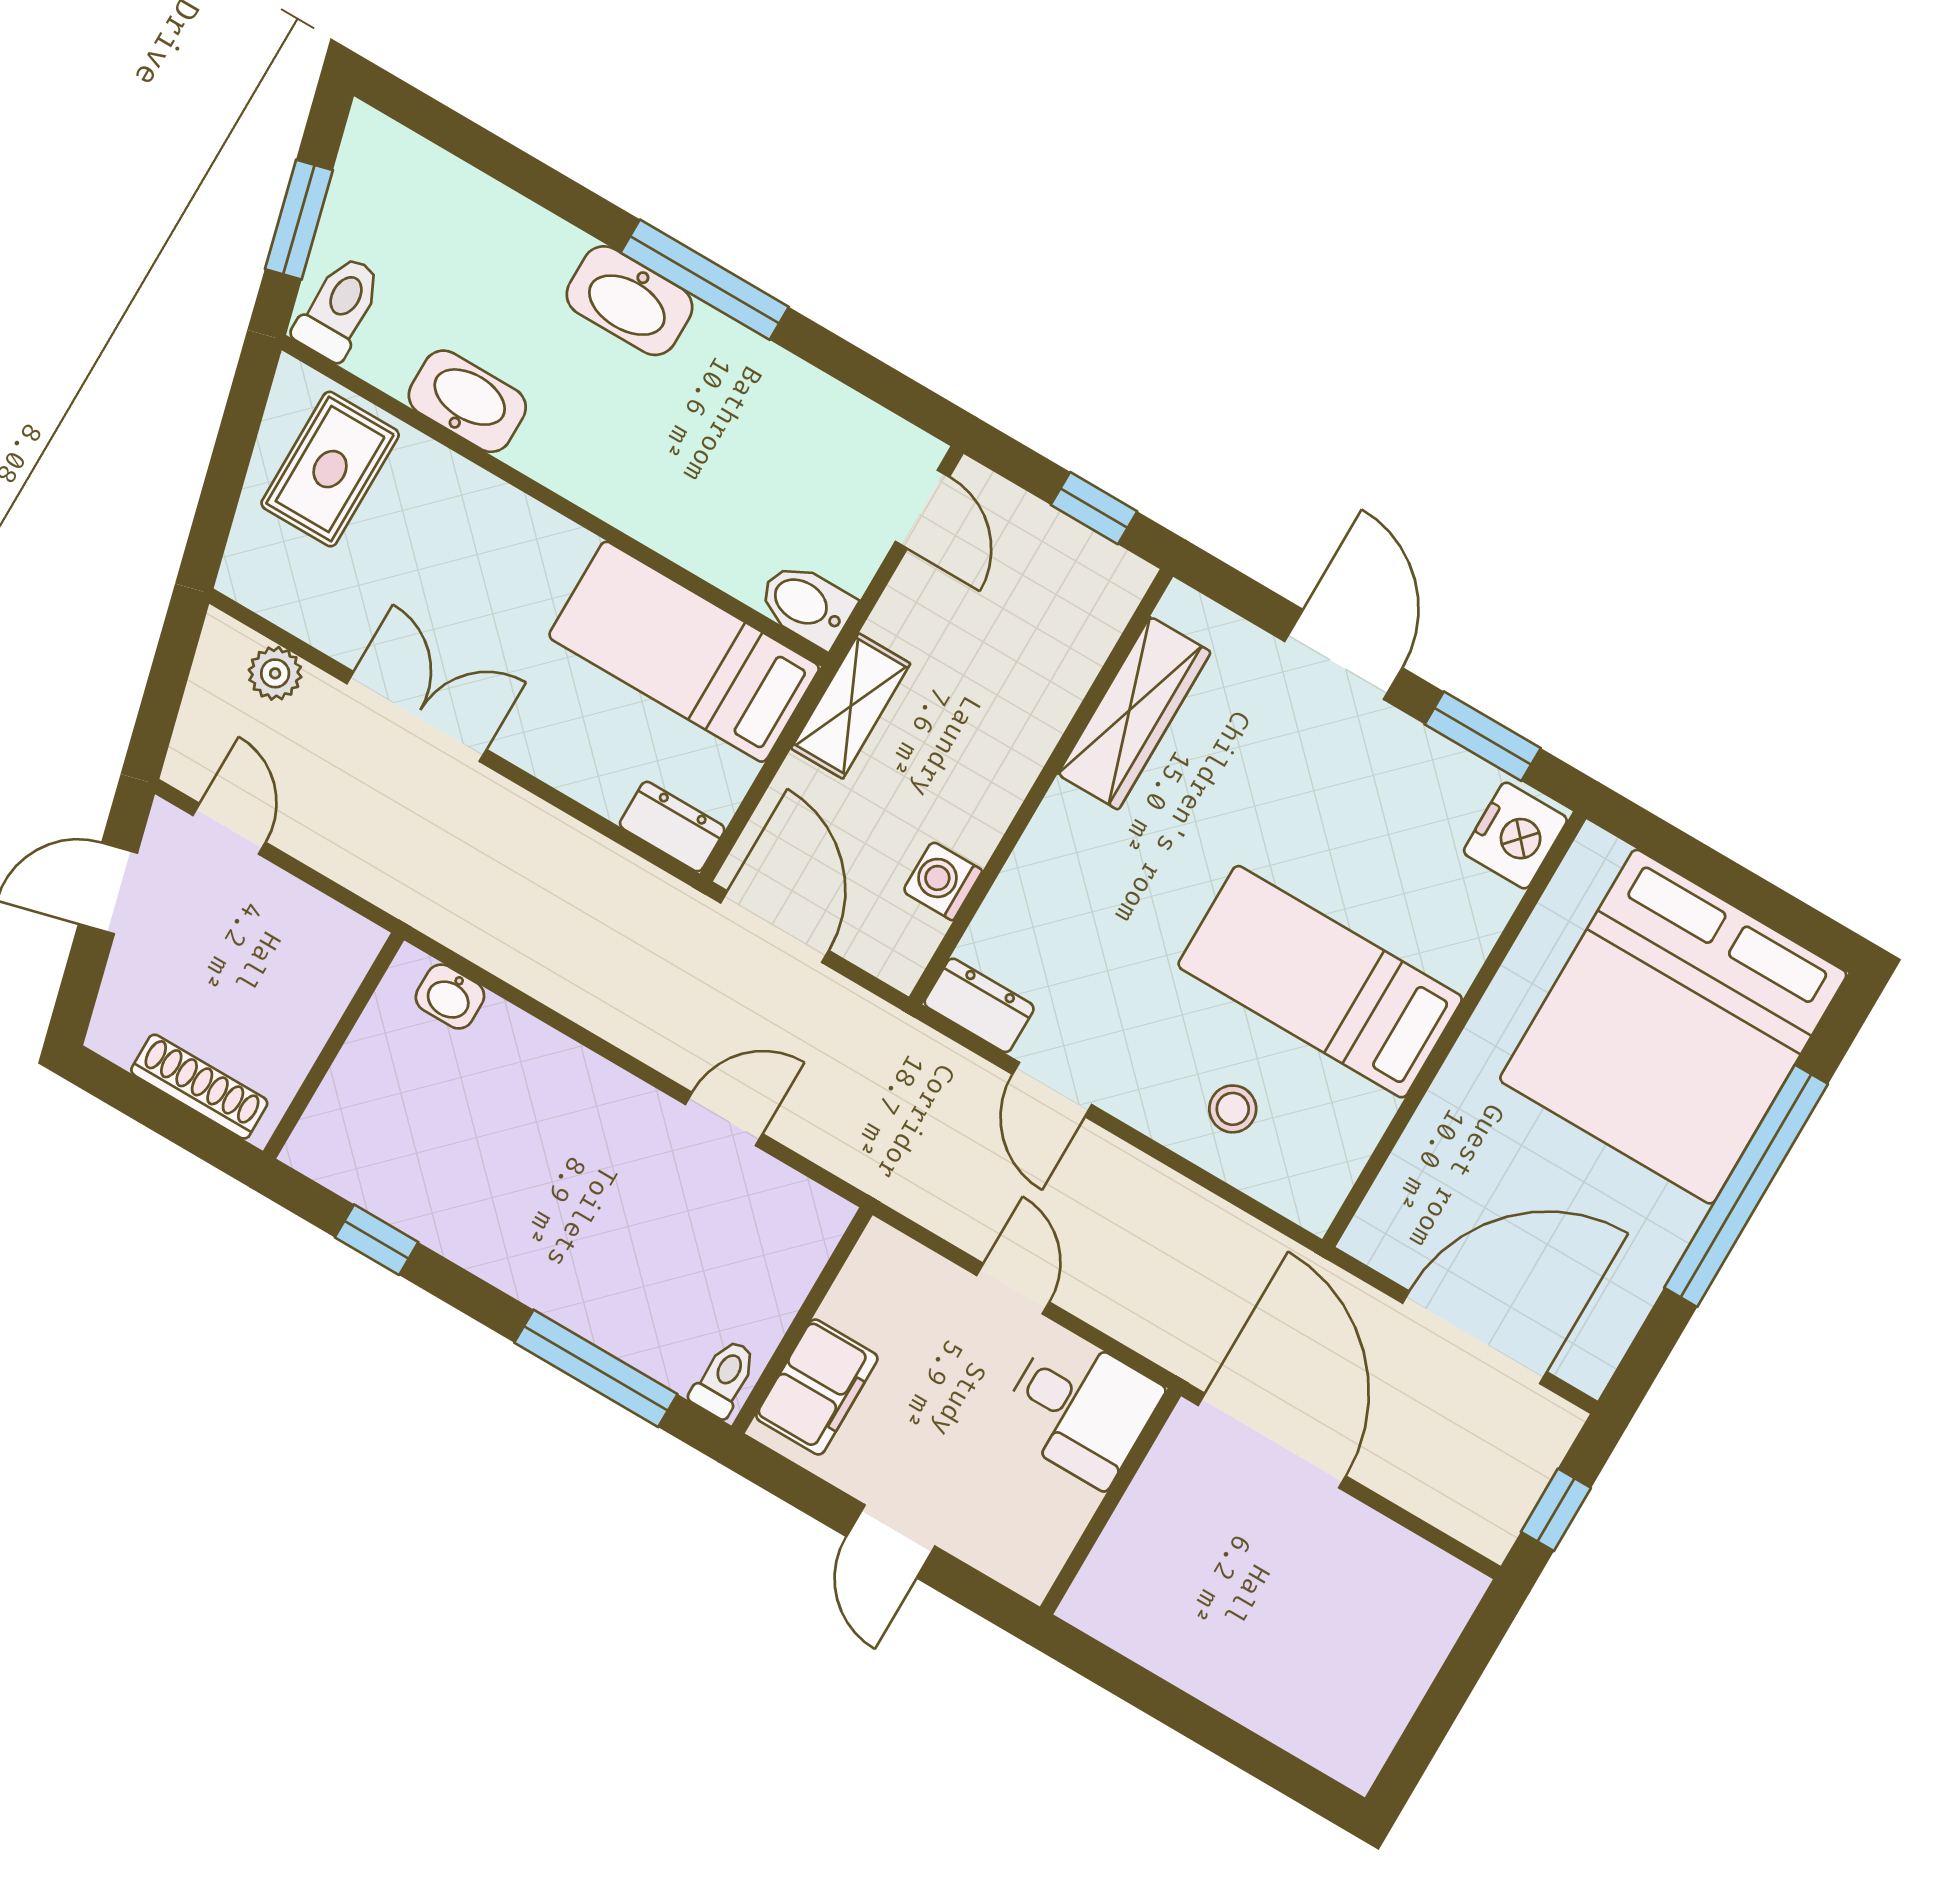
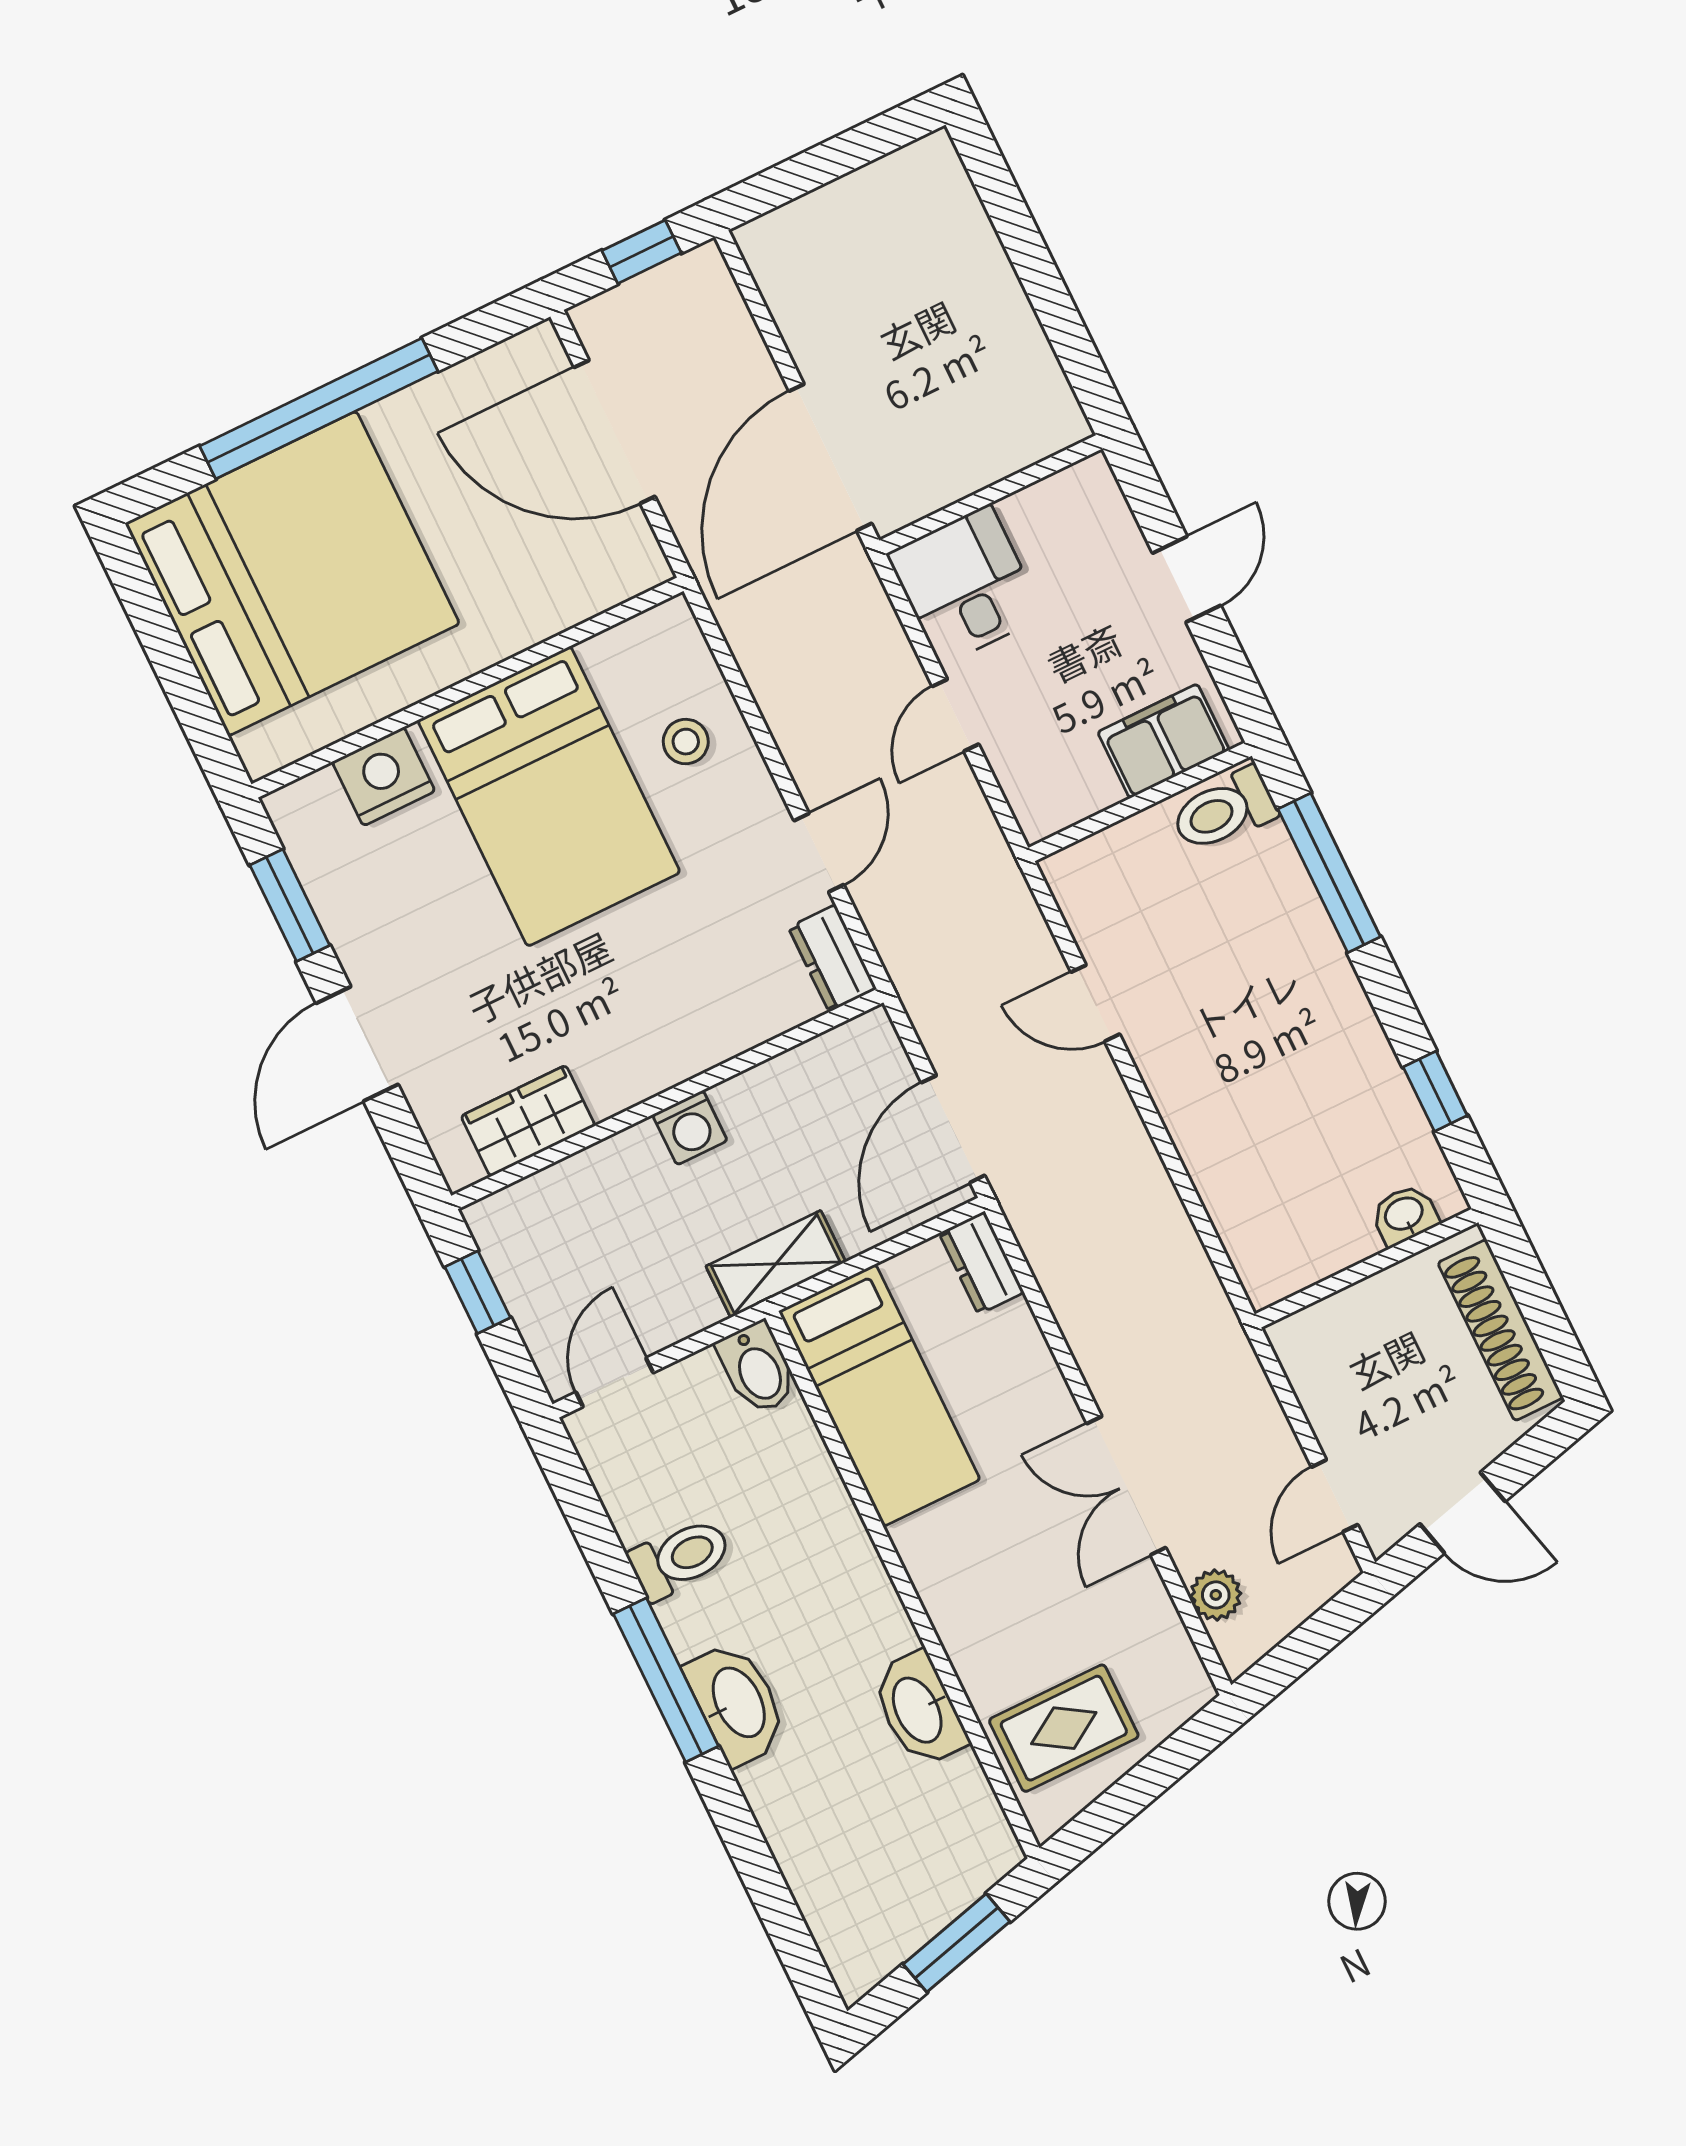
toilet: (339, 308) -> (680, 1558), moved, turned 180
wardrobe: (1134, 713) -> (528, 1121), width x0.67
nightstand: (1515, 836) -> (384, 776), moved
washing machine: (943, 881) -> (690, 1128), moved
bed: (1320, 982) -> (549, 796), width x1.50
washbasin: (450, 996) -> (1404, 1215), moved, turned -90
shoe rack: (199, 1087) -> (1501, 1330), width x1.36, depth x1.24
toilet: (724, 1378) -> (1224, 810), width x1.37, depth x1.39

